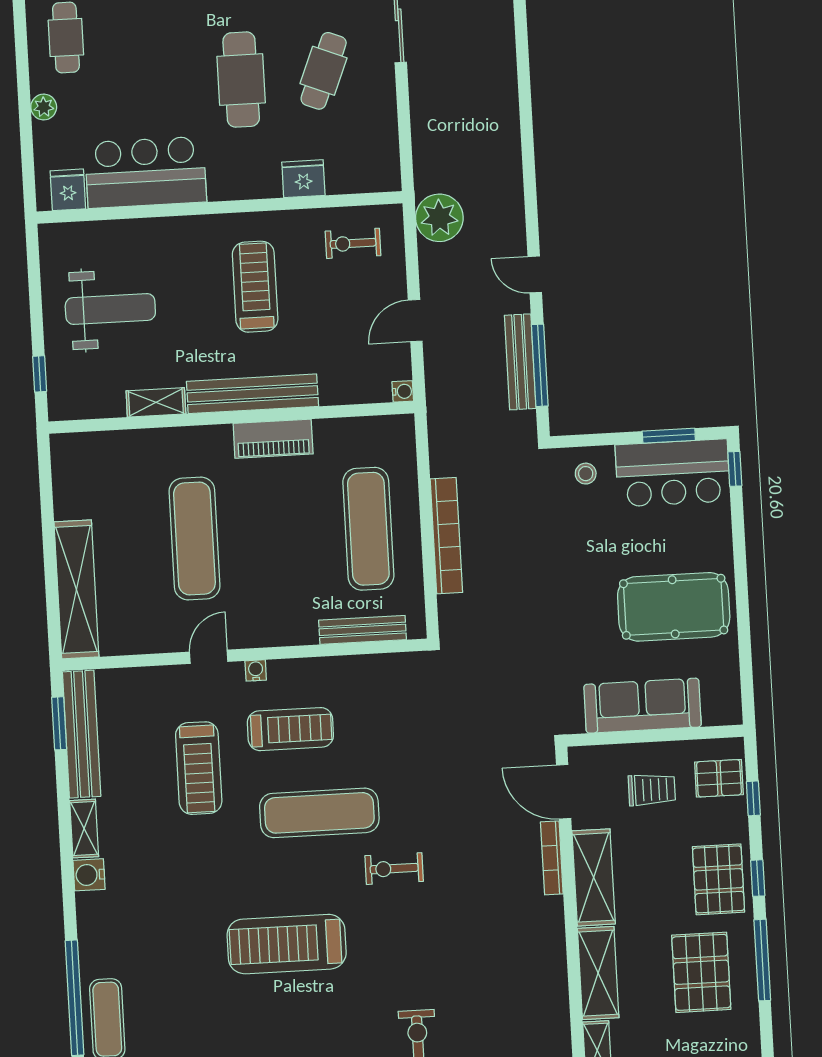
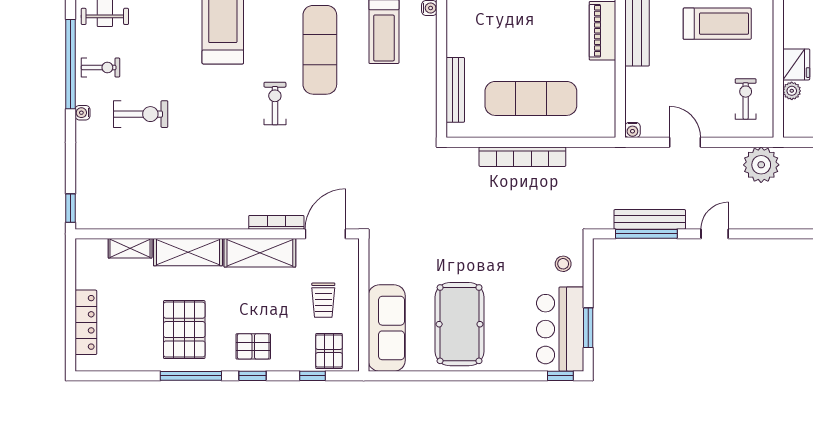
plant: (339, 183) -> (792, 91), added
sofa: (643, 706) -> (387, 328), moved
pallet: (718, 879) -> (253, 346), width x0.67, depth x0.71
pallet: (701, 972) -> (184, 330), turned 90

